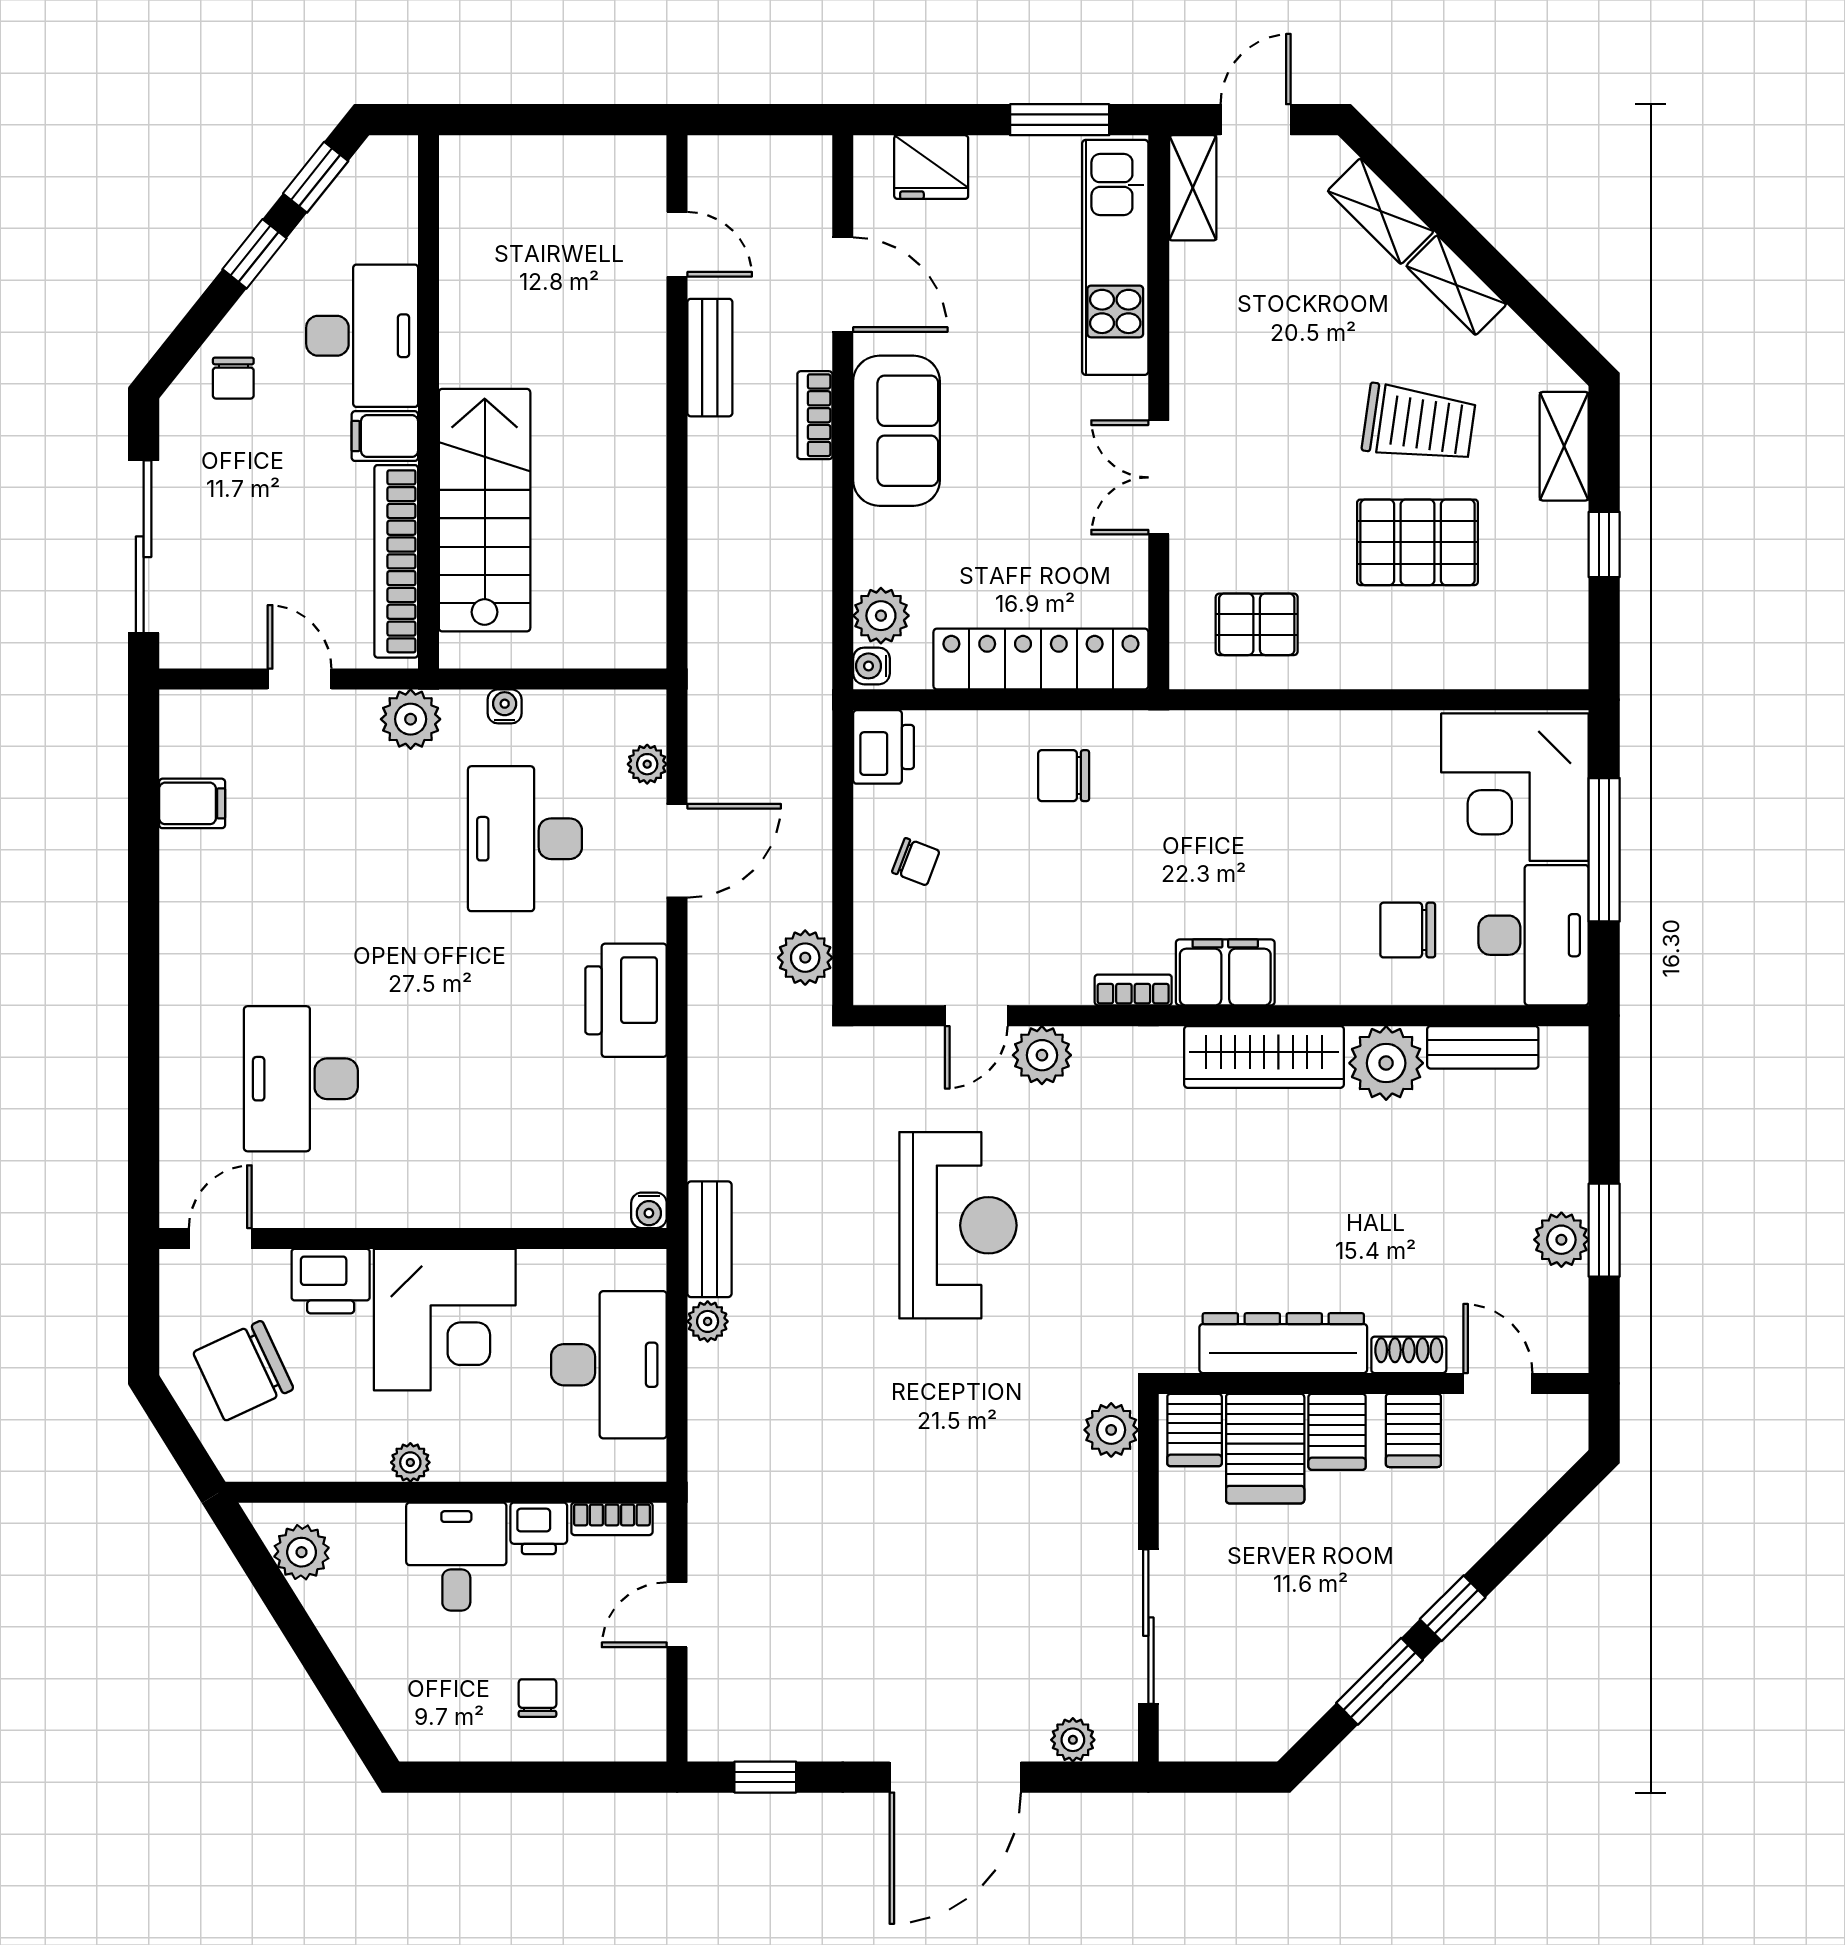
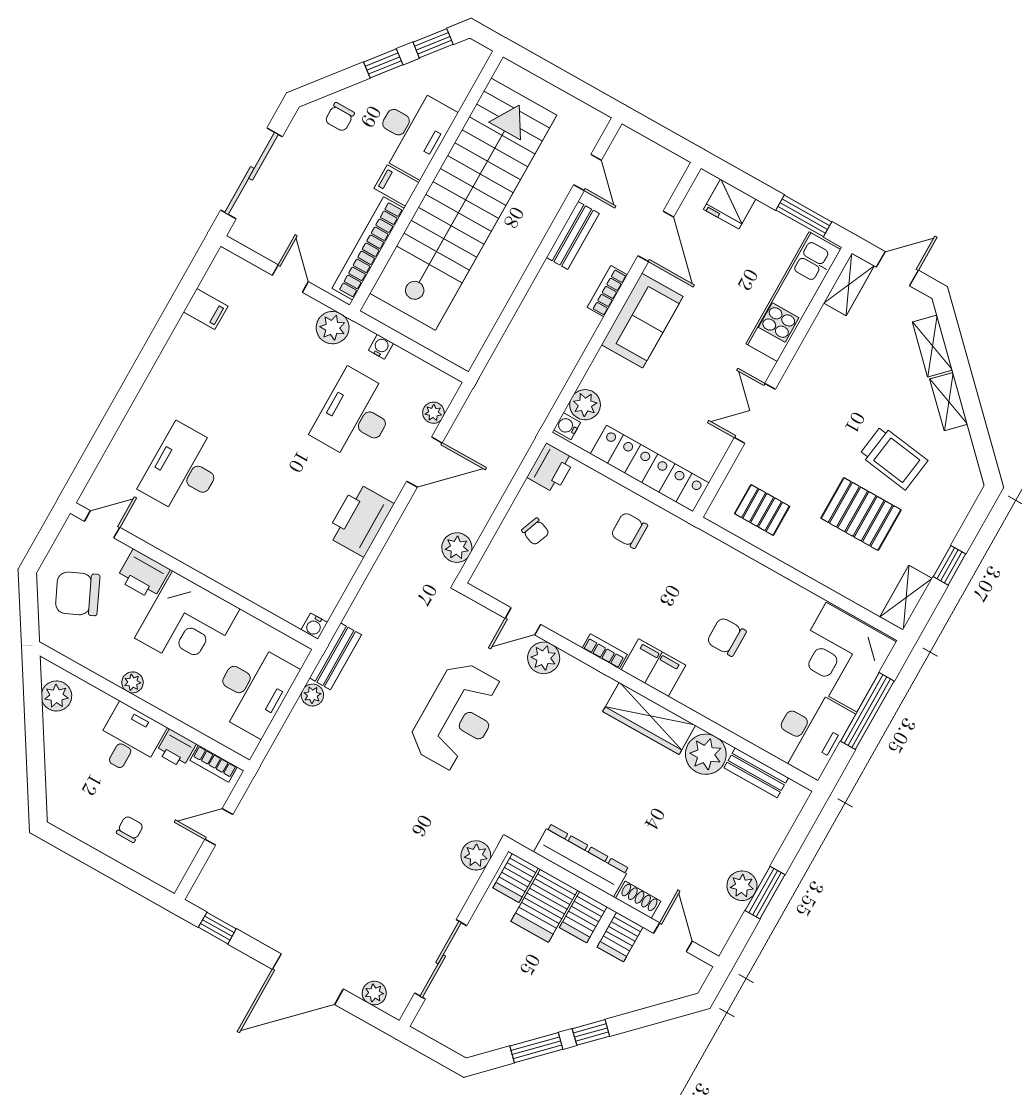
shelving: (1564, 446) -> (906, 598), moved
stairs: (485, 510) -> (463, 204), width x1.86, depth x1.51
chair: (1408, 930) -> (726, 637), moved

